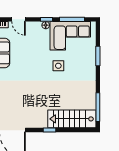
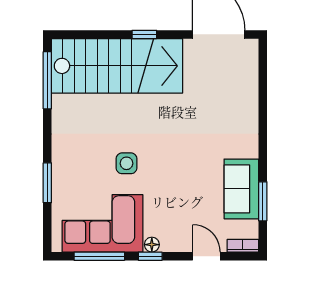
stairs: (72, 119) -> (117, 66), width x1.36, depth x1.51

